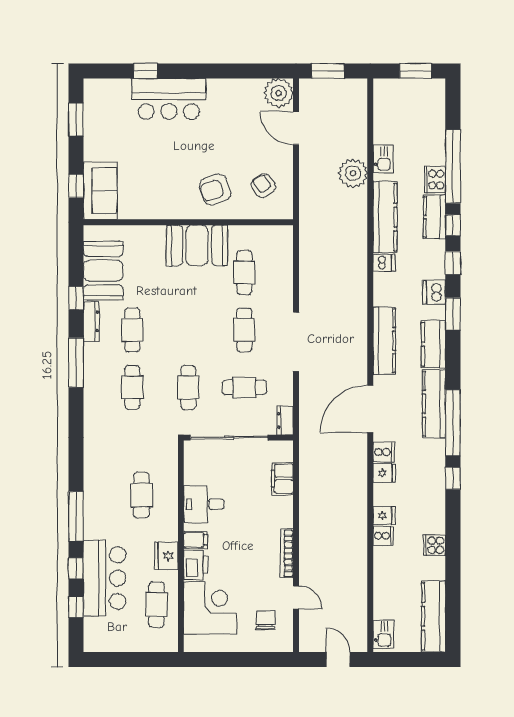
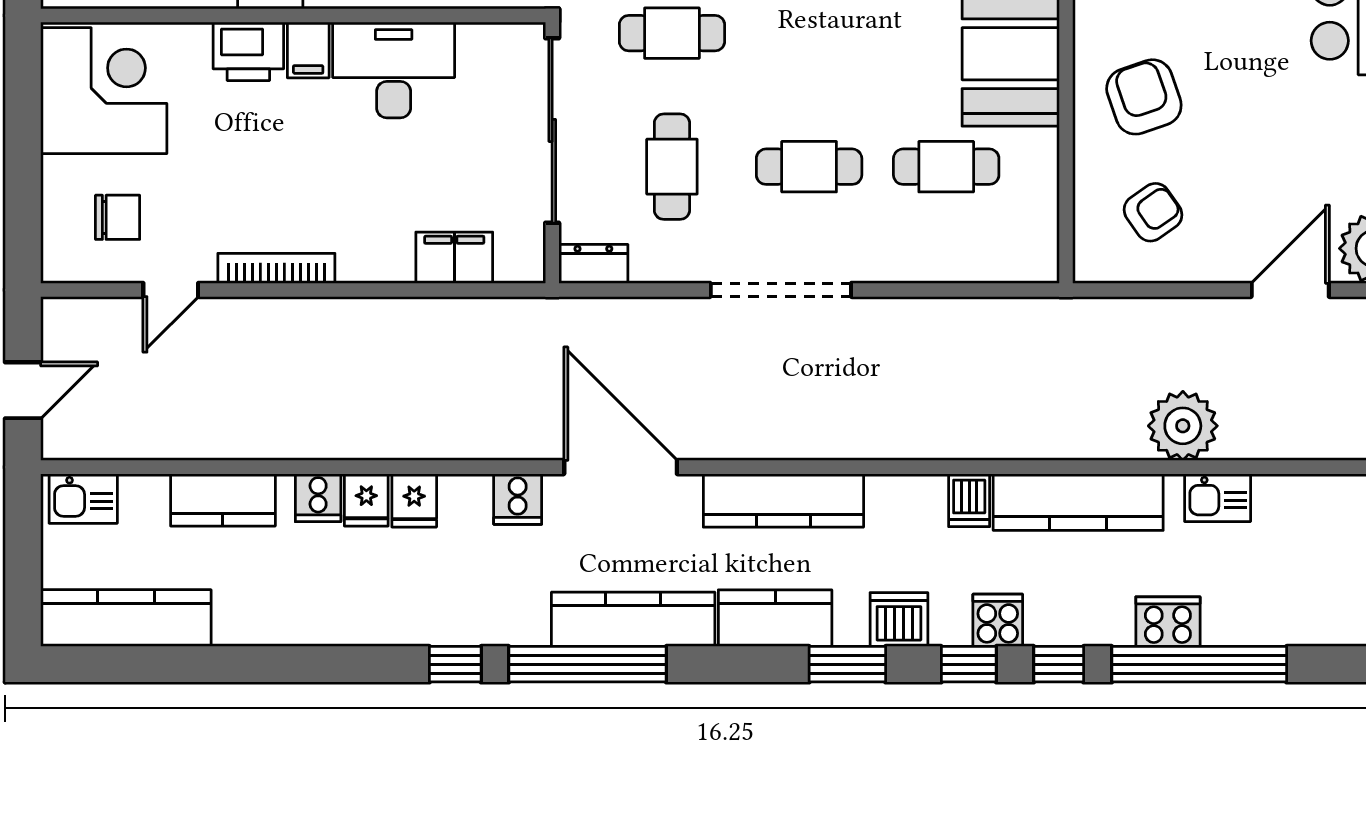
kitchen counter: (434, 217) -> (223, 500), moved, turned 180
fridge: (384, 473) -> (414, 500), moved
desk: (204, 504) -> (394, 70), width x1.37
cooker: (434, 545) -> (998, 620), moved
corner desk: (210, 608) -> (104, 91), moved, turned -90

